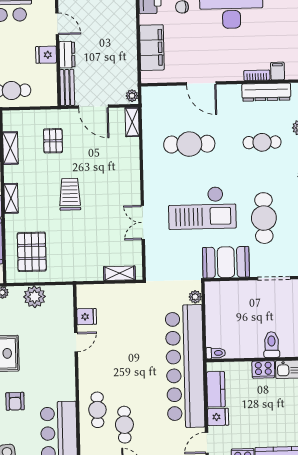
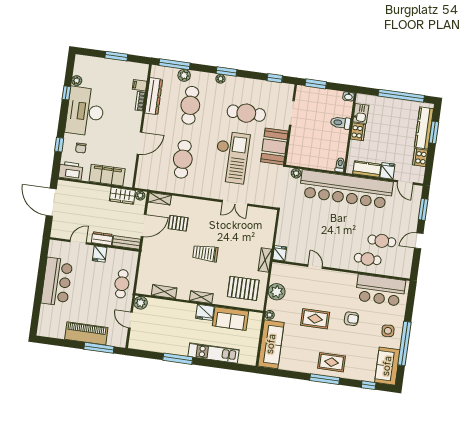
wardrobe: (128, 72) -> (122, 196), added
pallet: (53, 141) -> (178, 223), moved
cafe table: (262, 142) -> (190, 105), width x1.37, depth x1.35
shelving: (119, 273) -> (265, 260), moved
fridge: (87, 317) -> (280, 253), moved

